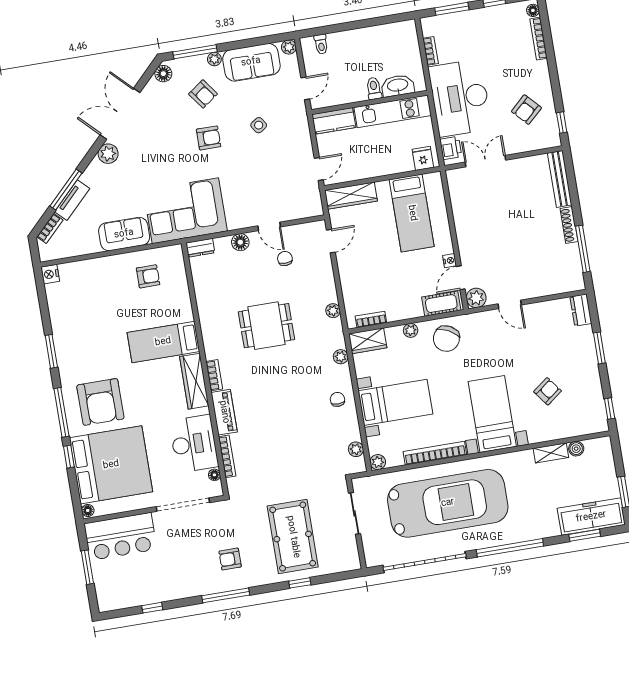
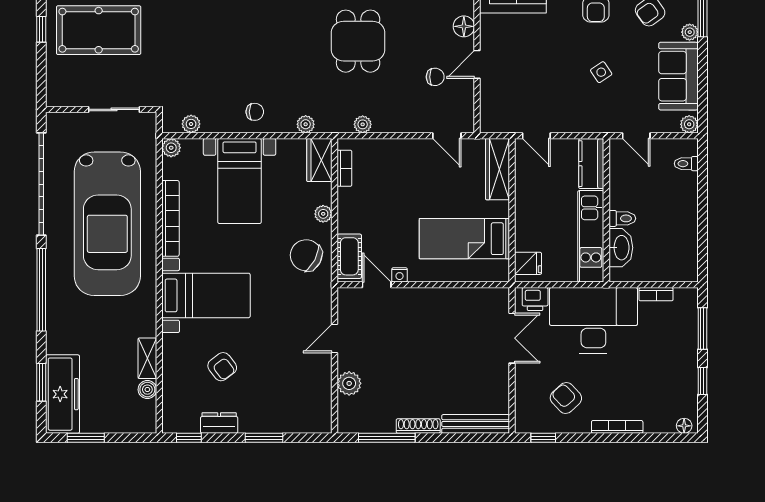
bookcase: (539, 39) -> (617, 427), moved
plant: (476, 298) -> (349, 383), moved
dresser: (581, 310) -> (219, 423), moved

